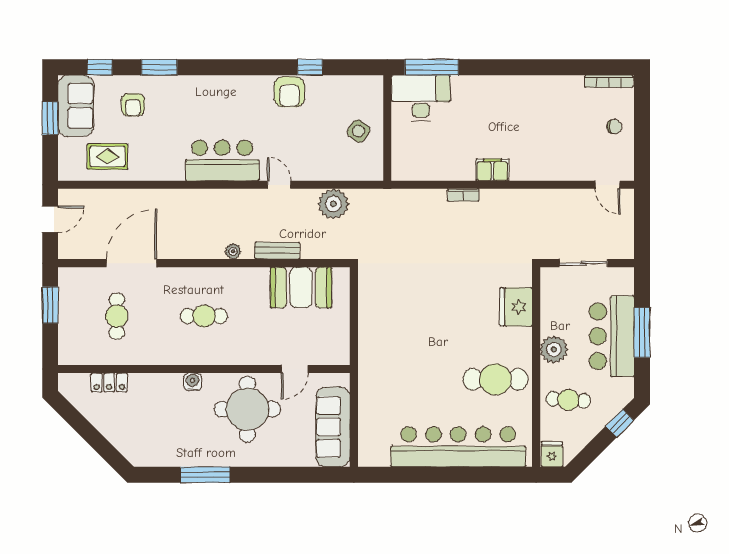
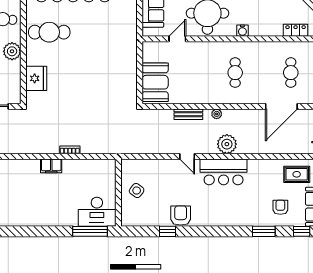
plant: (333, 204) -> (227, 144), moved
booth: (301, 288) -> (155, 82), moved, turned 90
cafe table: (204, 316) -> (235, 73), turned 90

